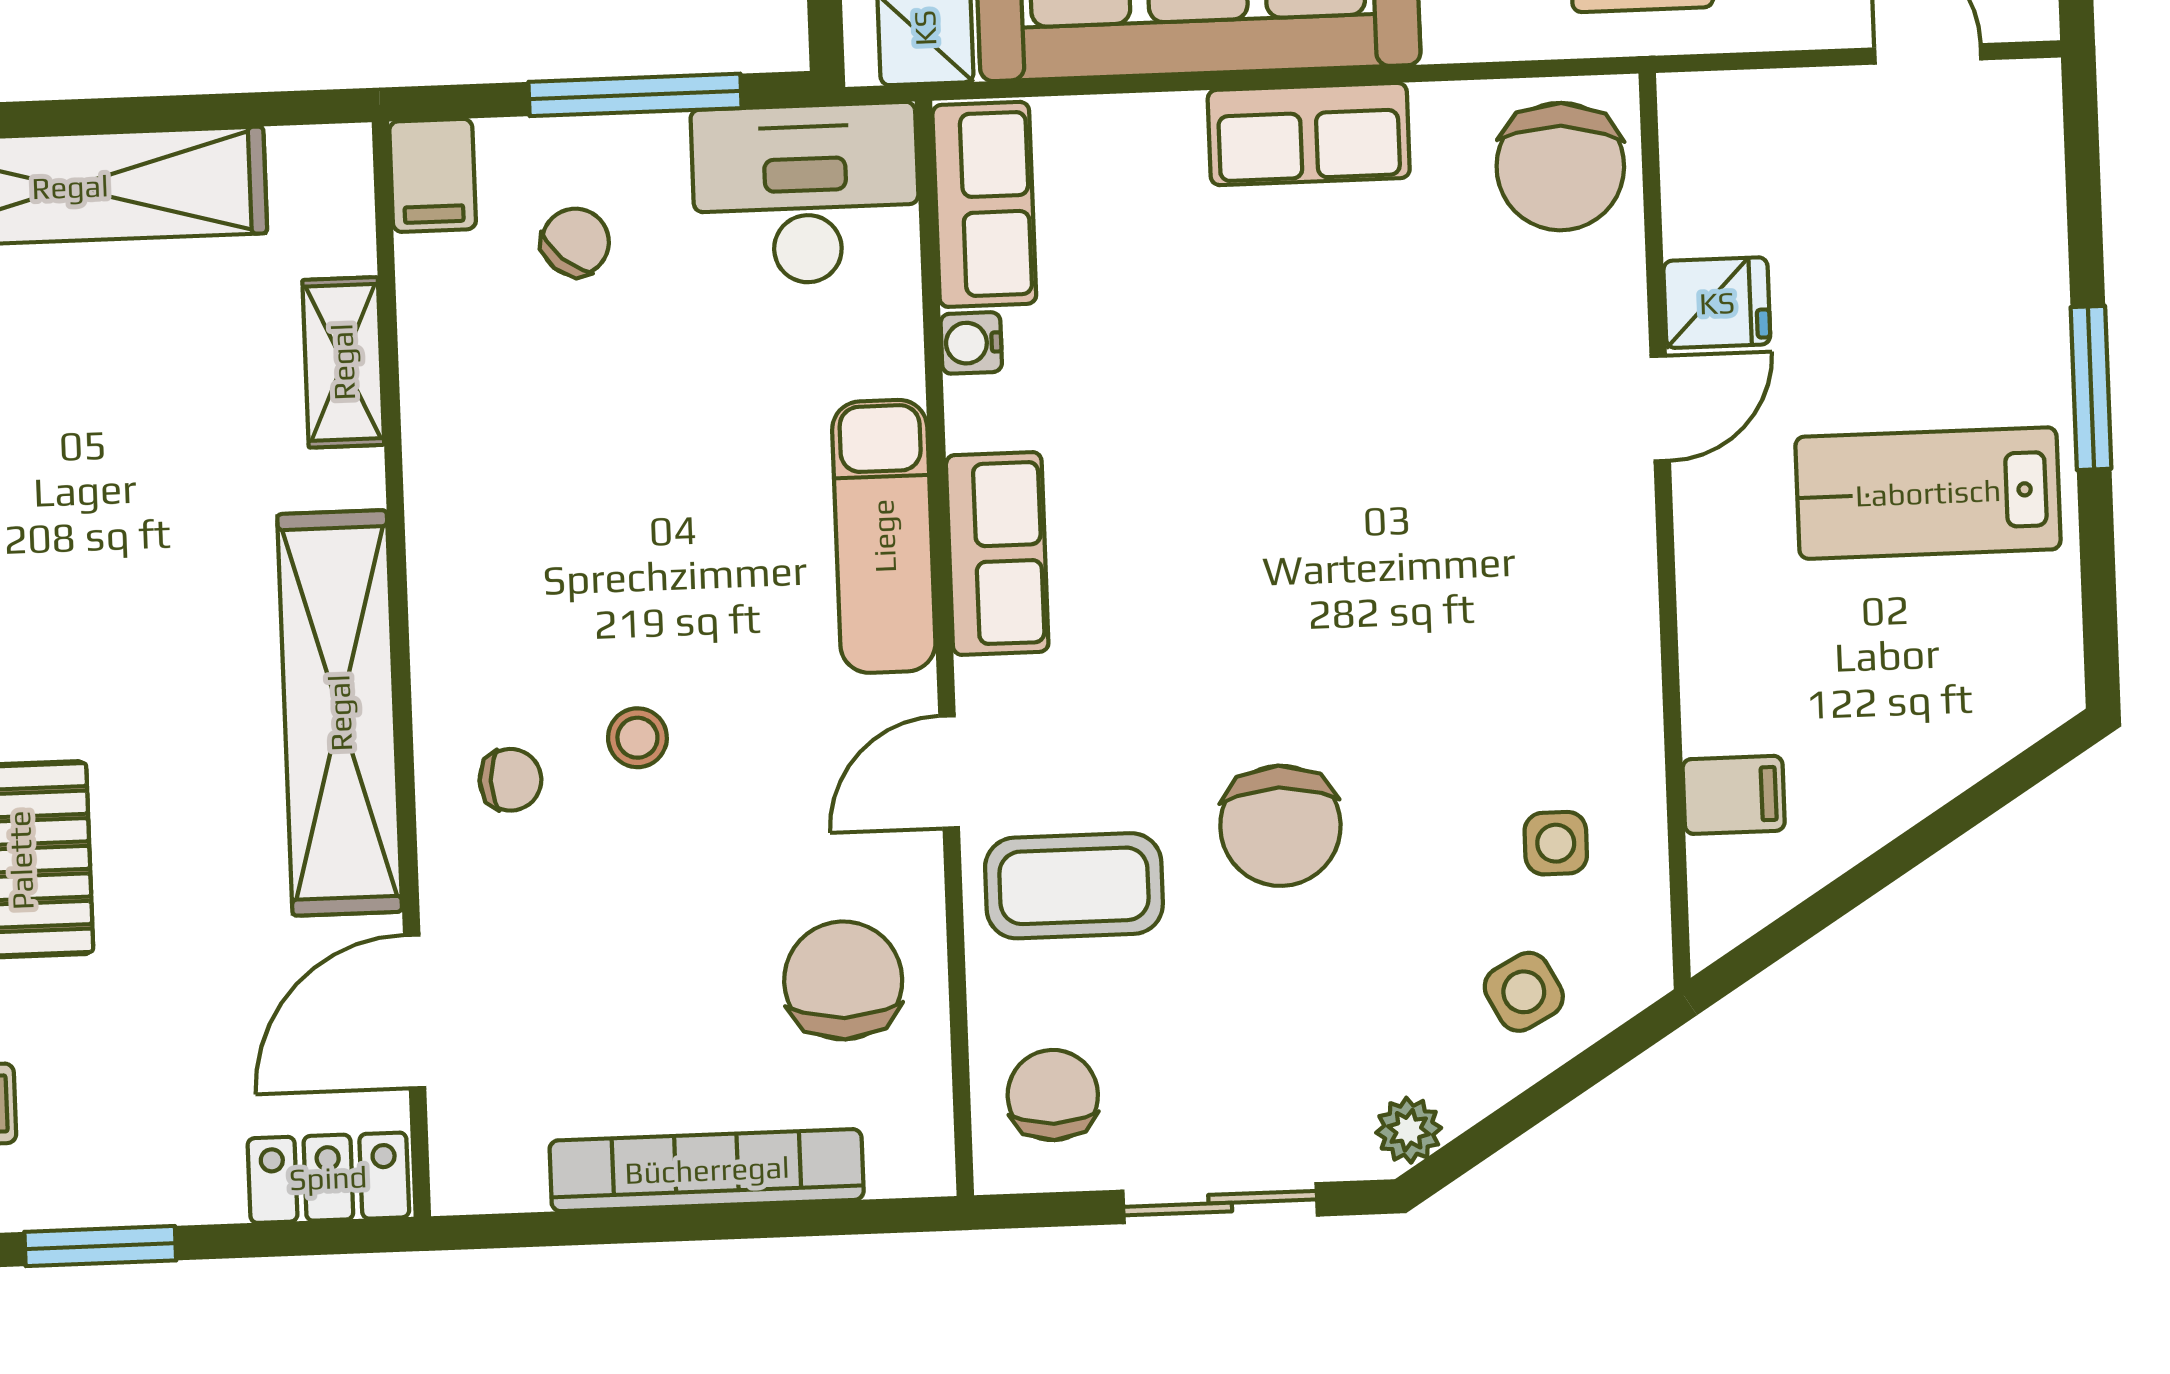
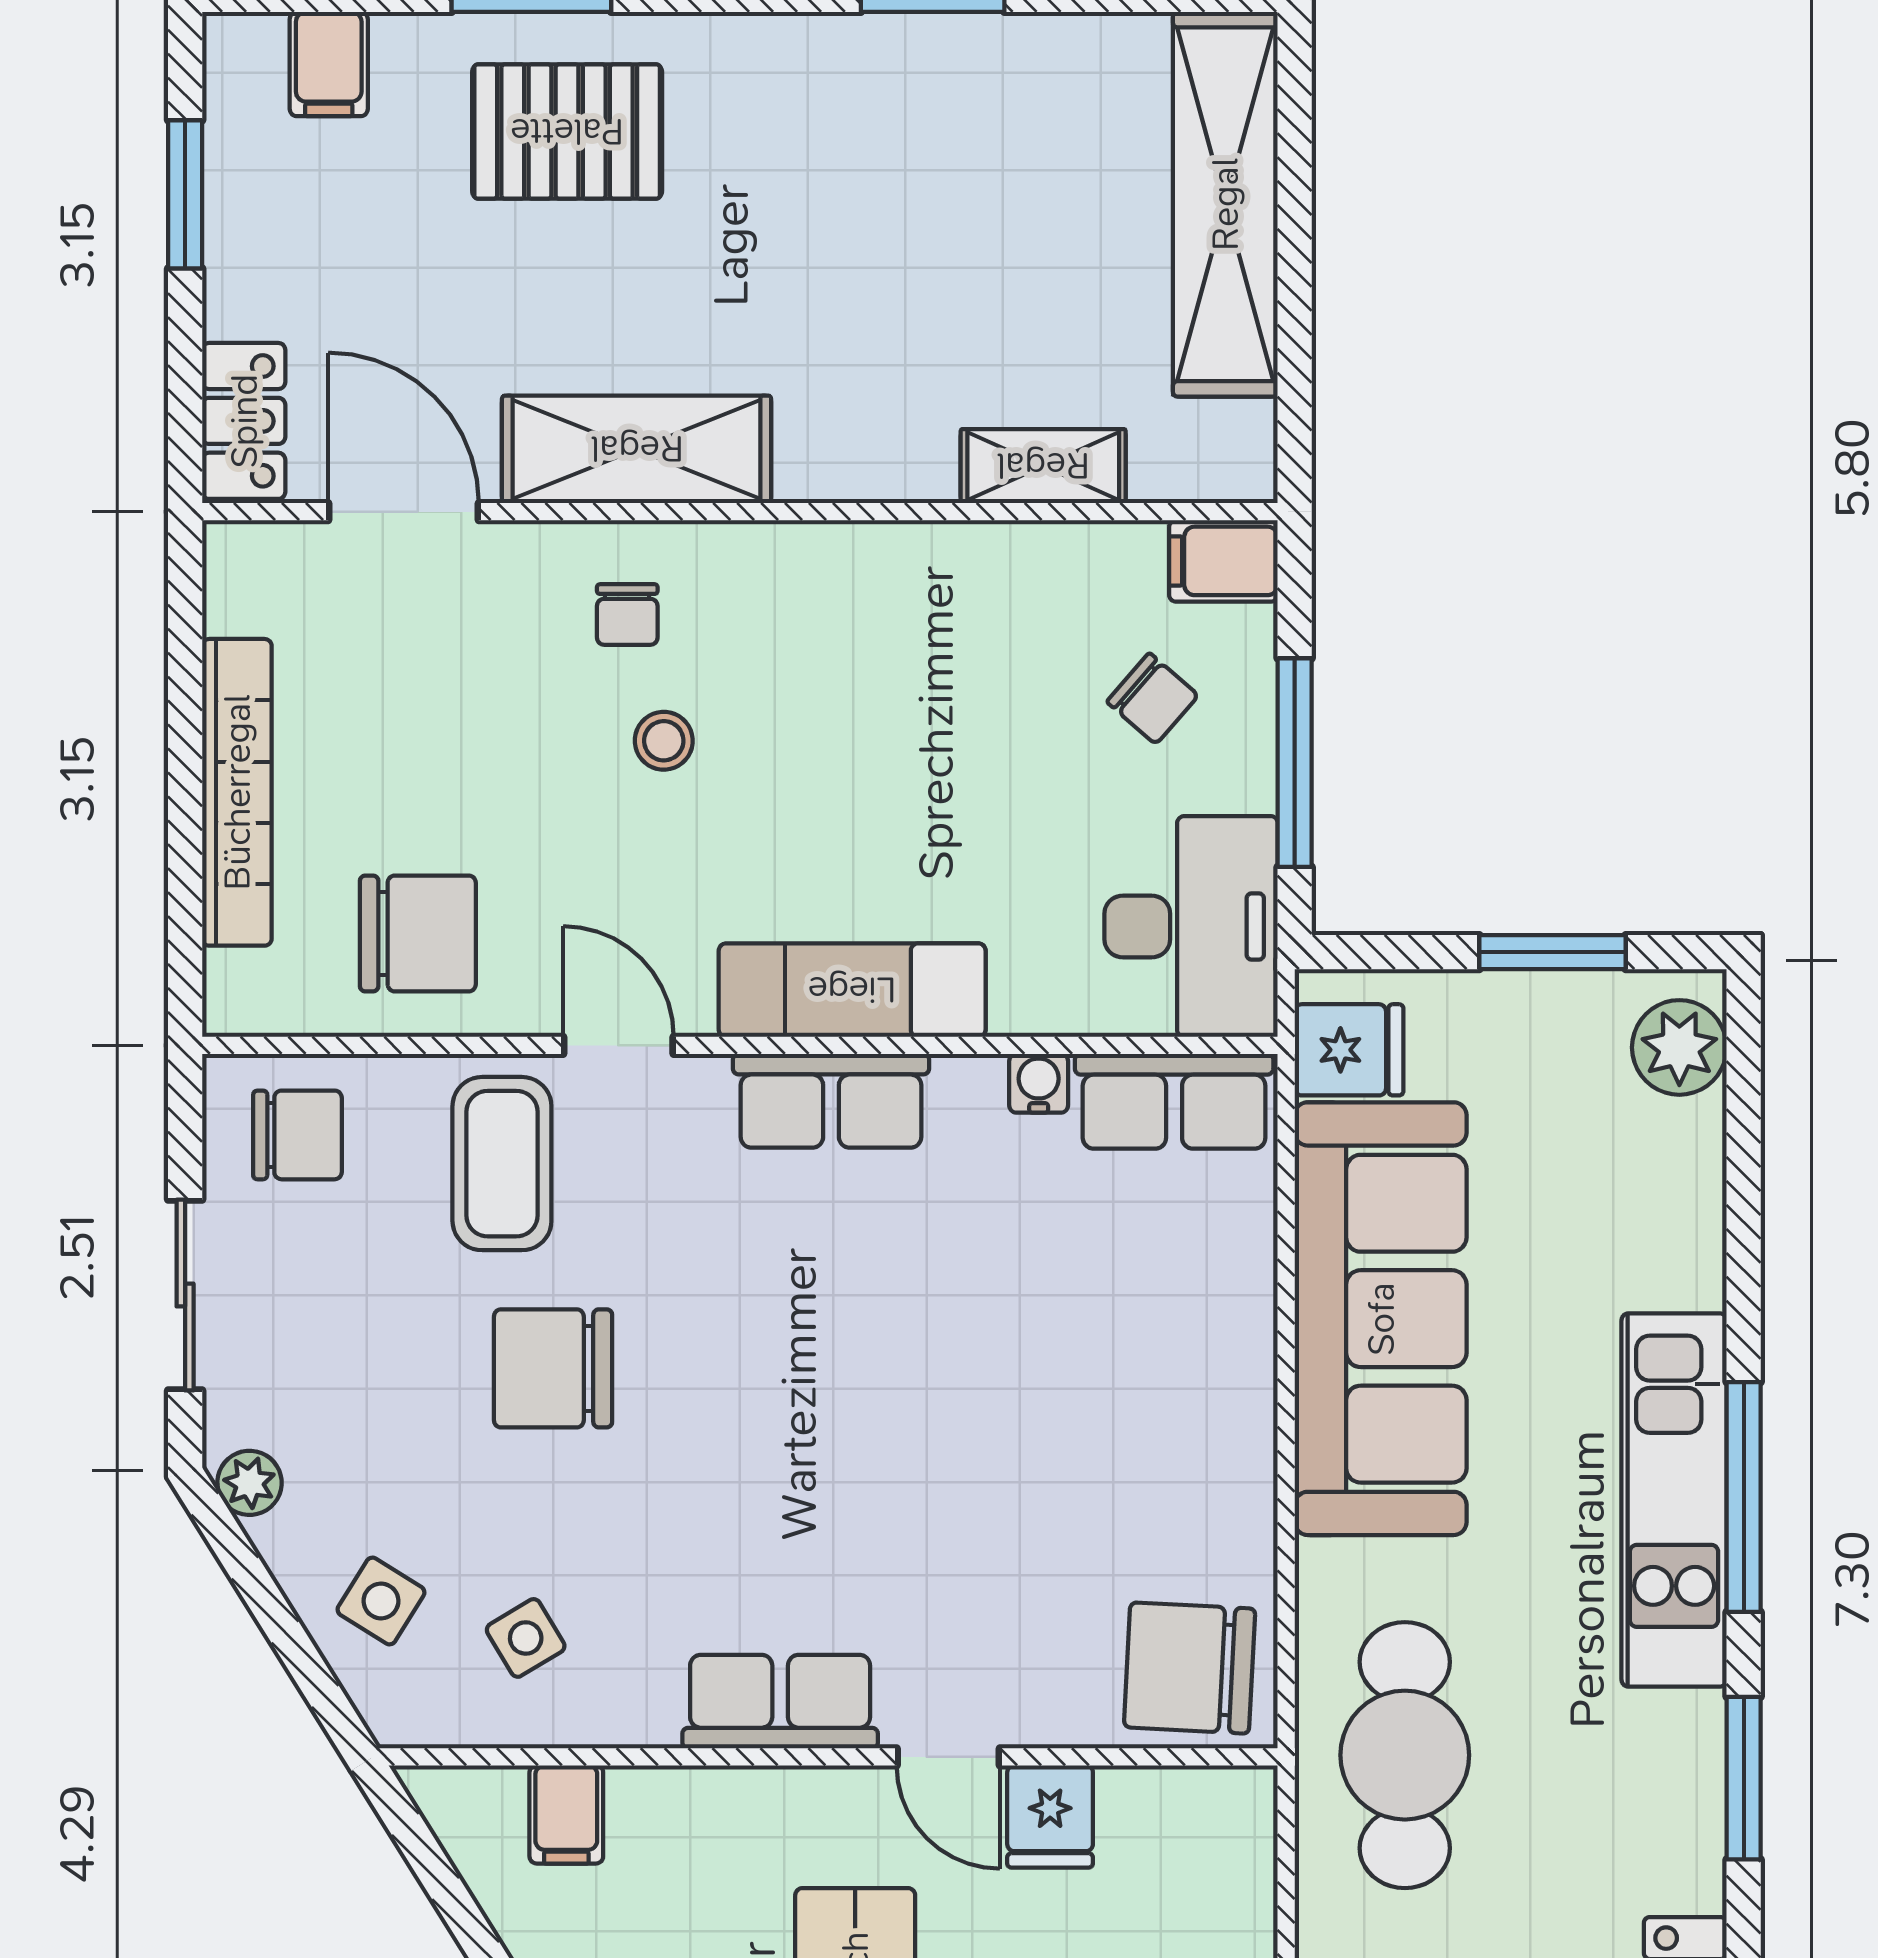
row of seats: (1309, 134) -> (780, 1702), moved, turned 90
shelving: (340, 713) -> (637, 449), width x0.68
side table: (1556, 843) -> (526, 1638), turned -31
side table: (1524, 992) -> (381, 1601), turned -30

